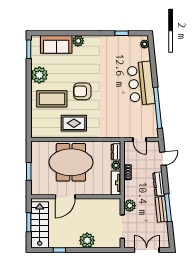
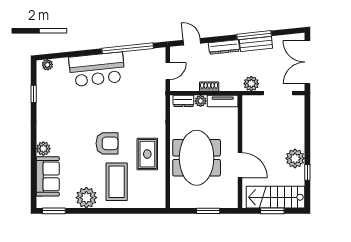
armchair: (82, 91) -> (107, 143), turned -90
plant: (87, 240) -> (295, 158), moved
double door: (147, 250) -> (307, 62), width x1.37

